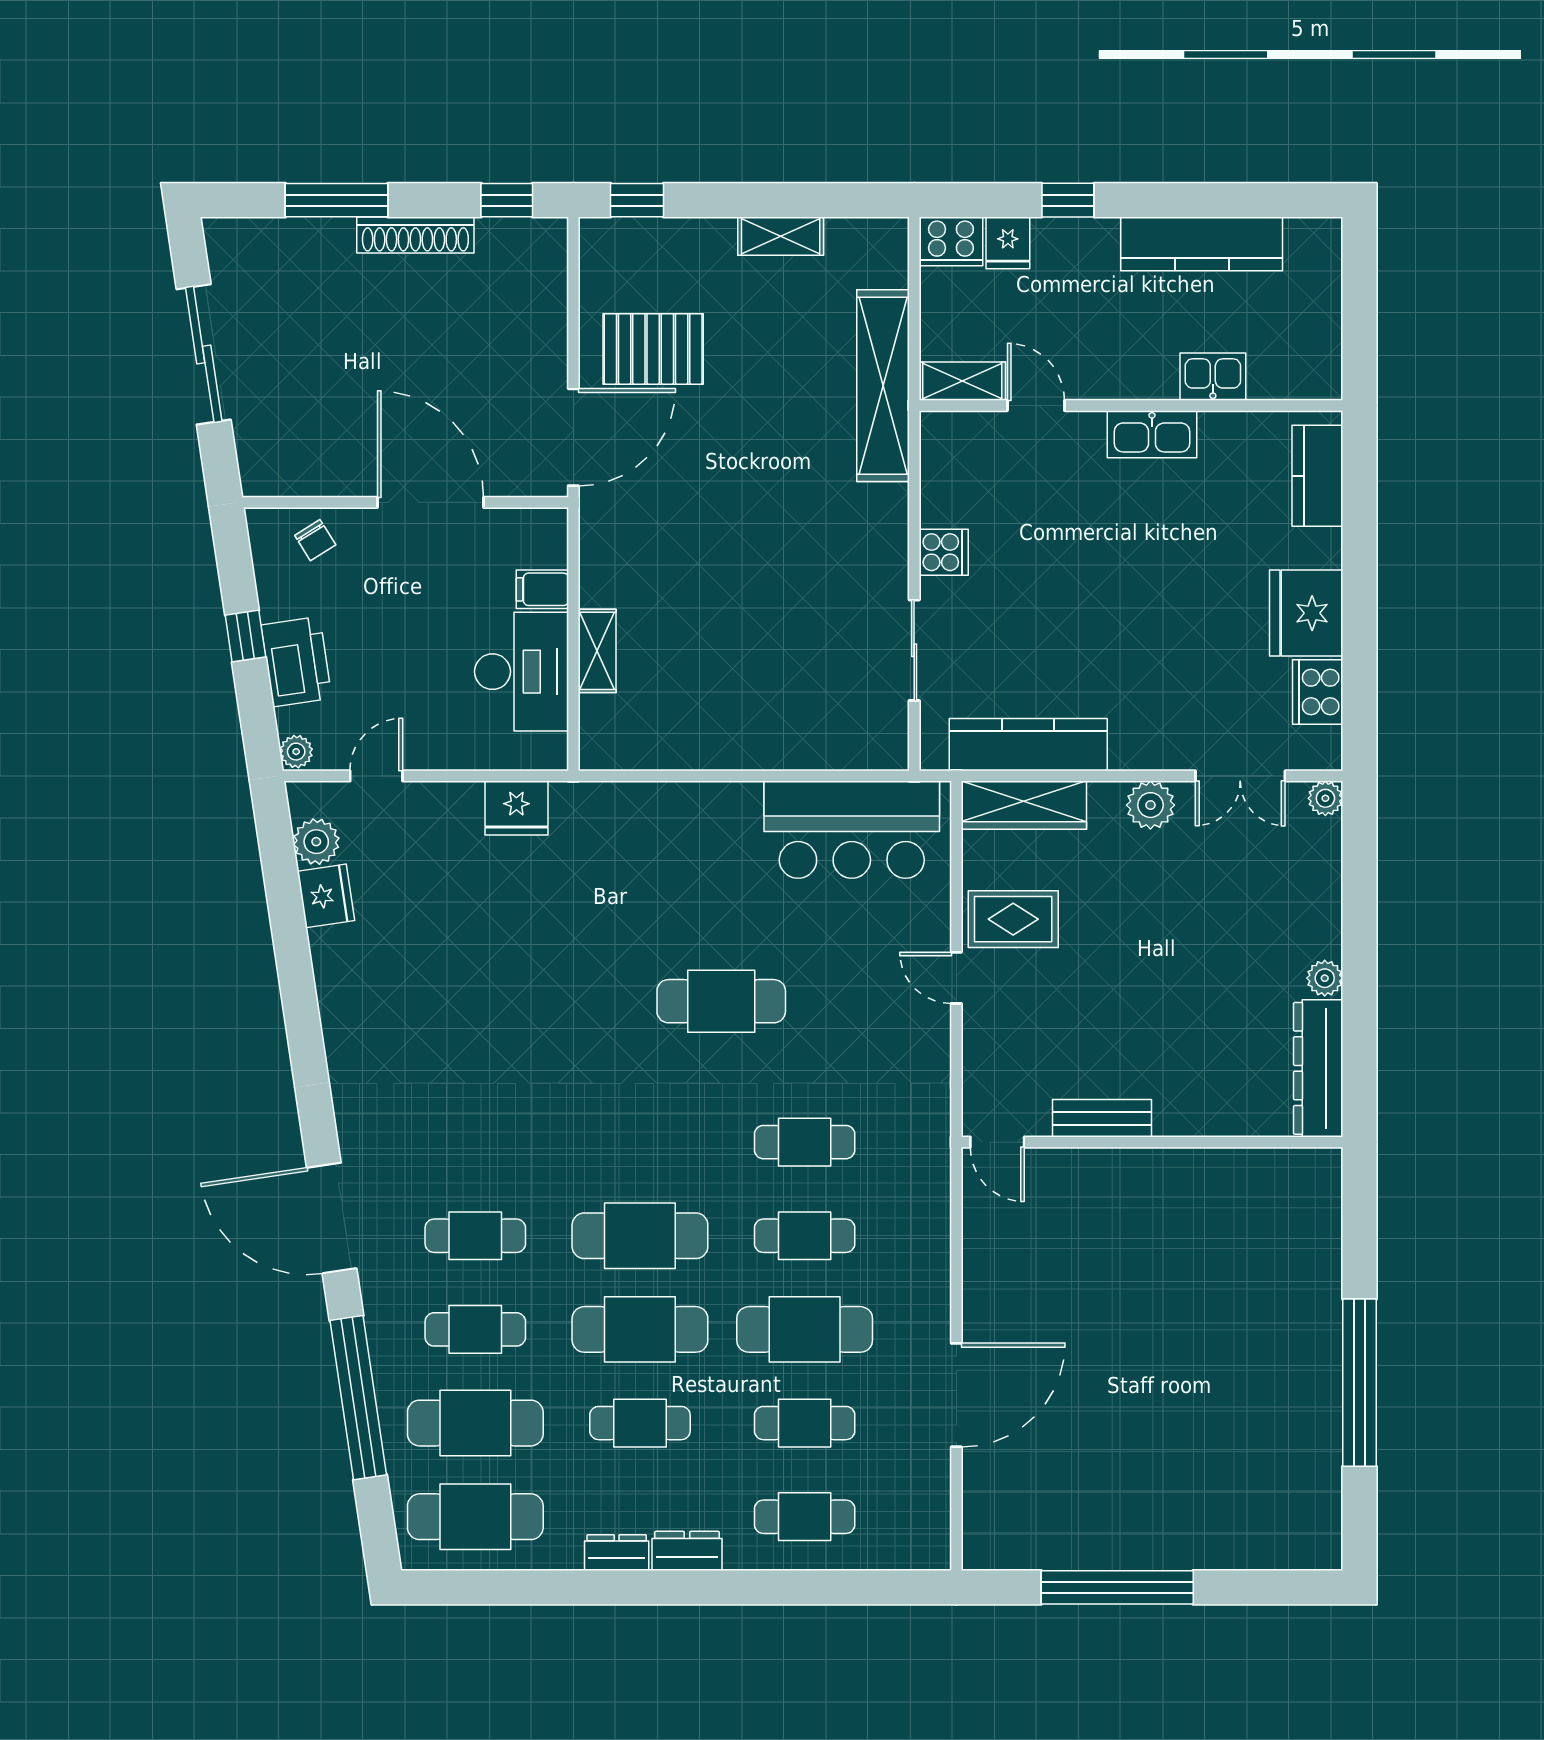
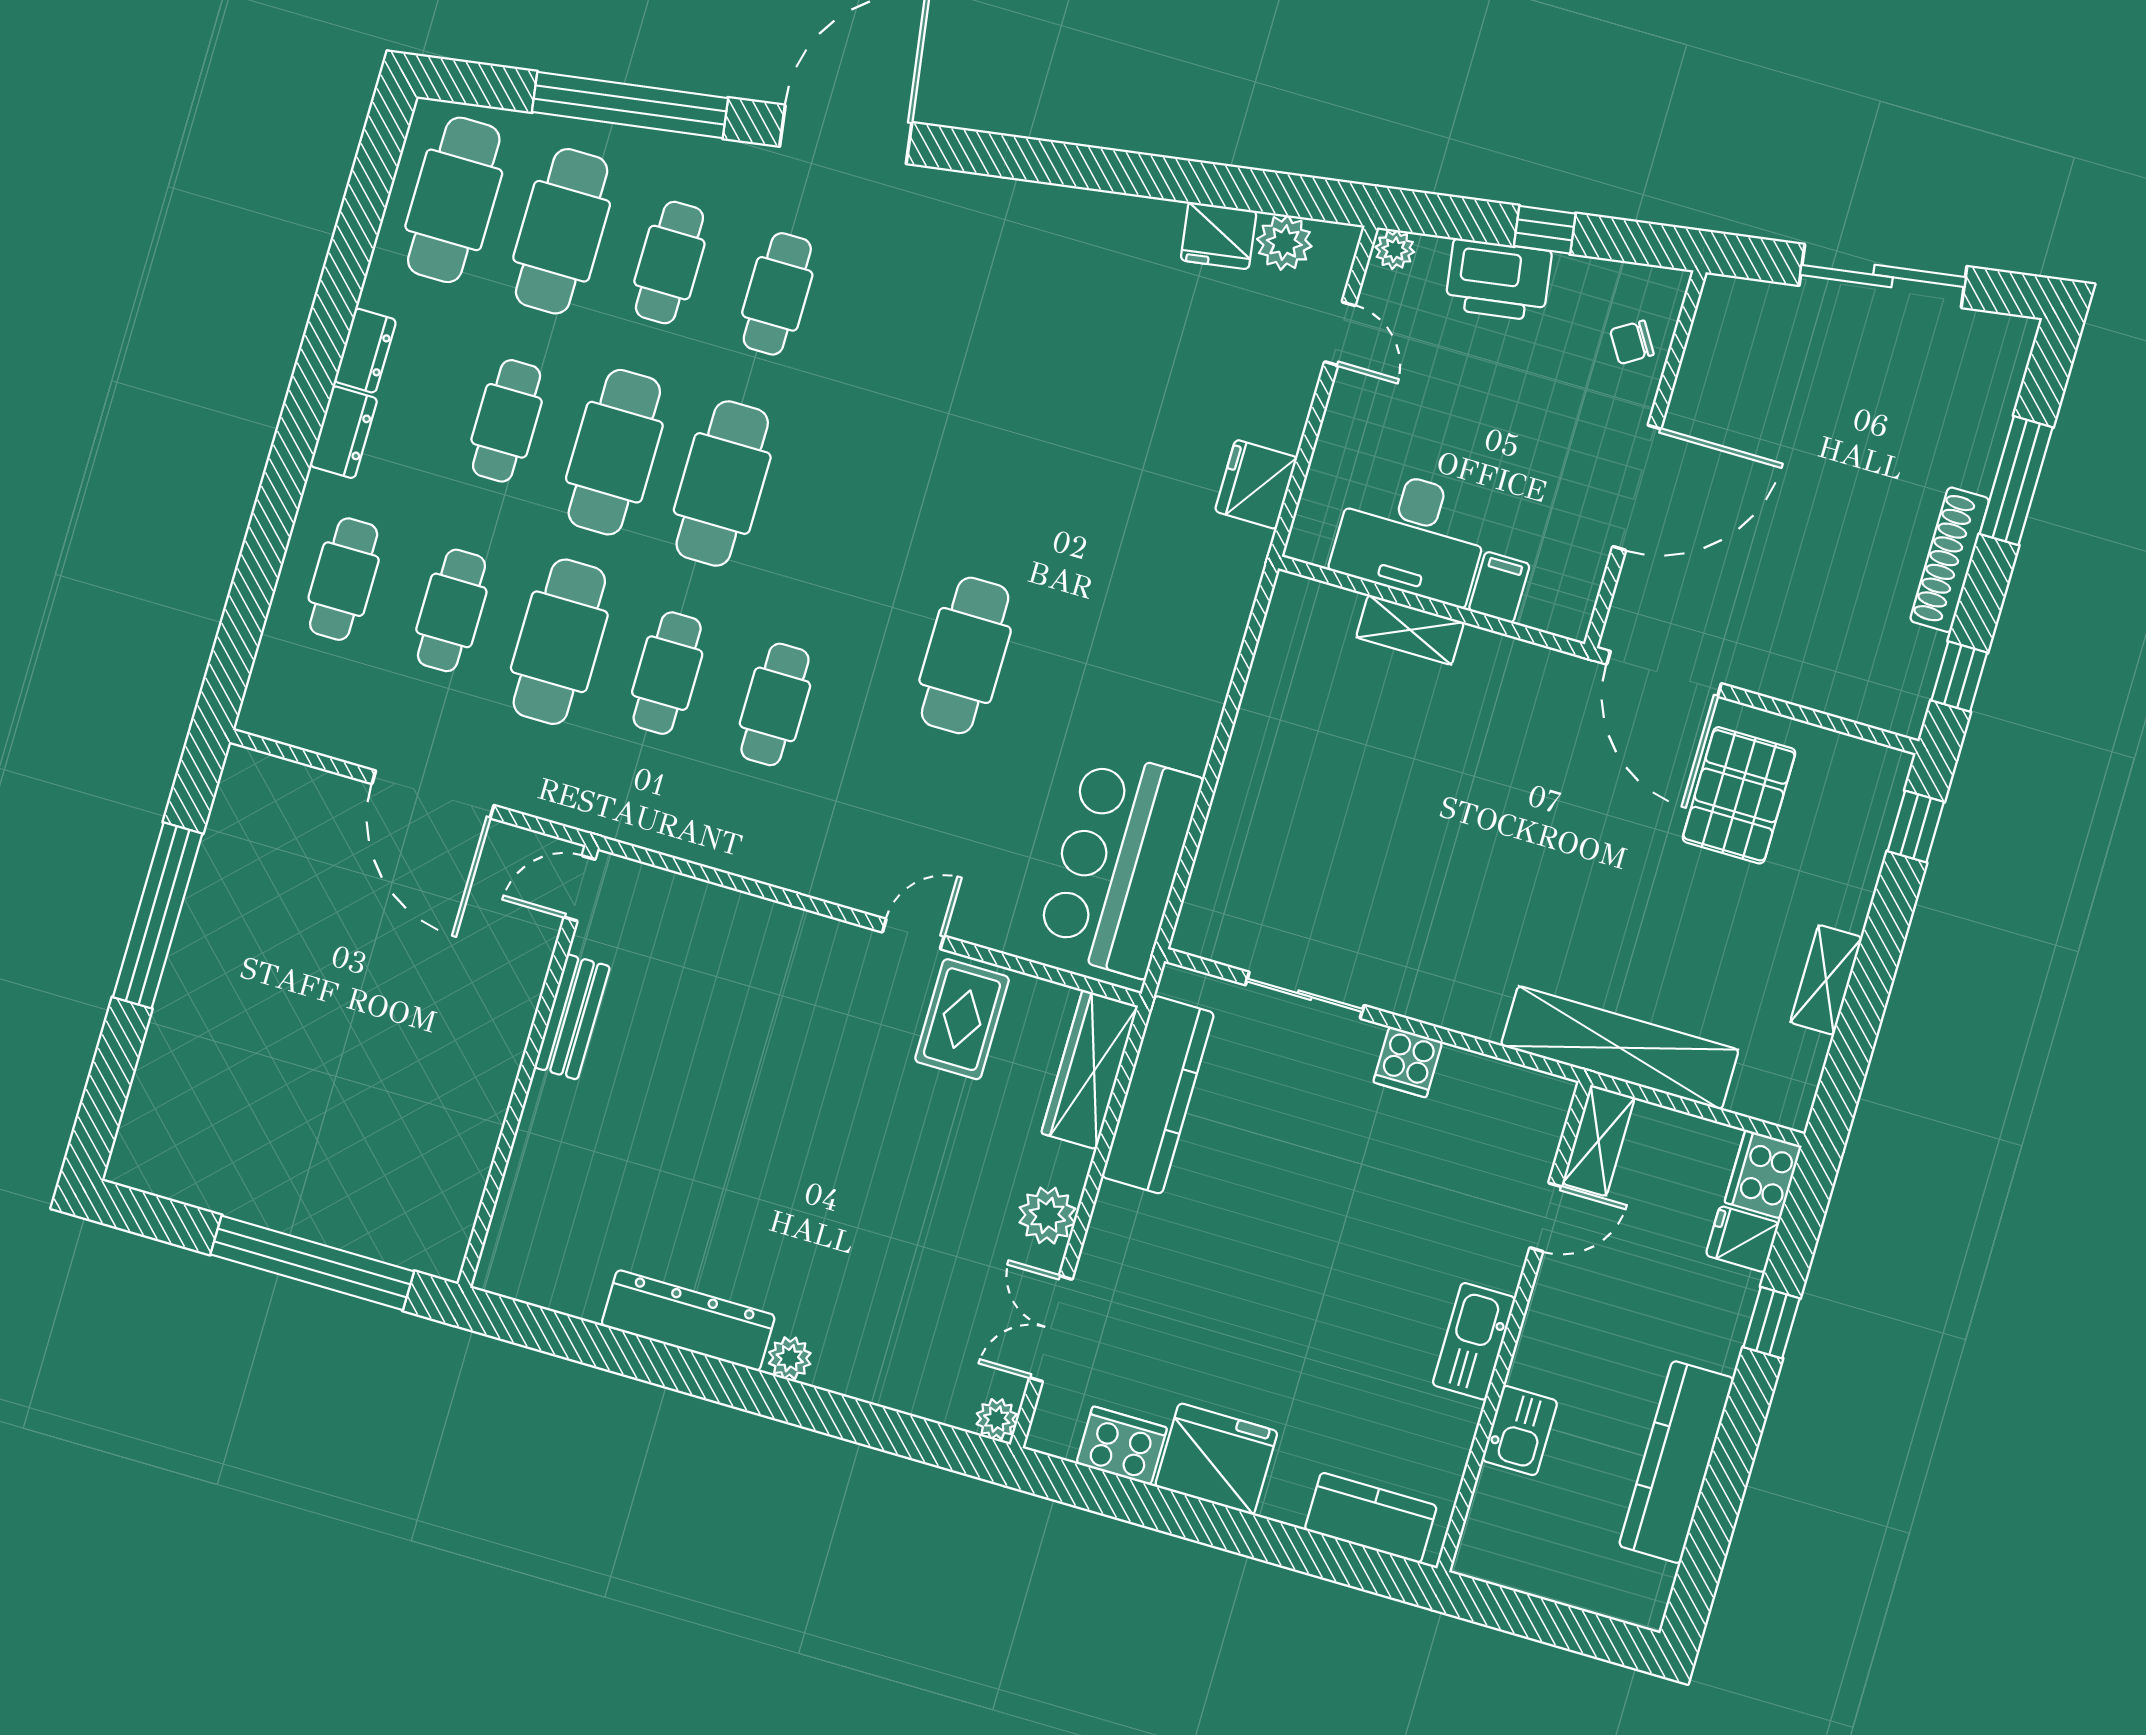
bench: (1102, 1118) -> (572, 1017), moved
door: (997, 1142) -> (580, 888), moved
wall: (1152, 1142) -> (528, 1066), moved

